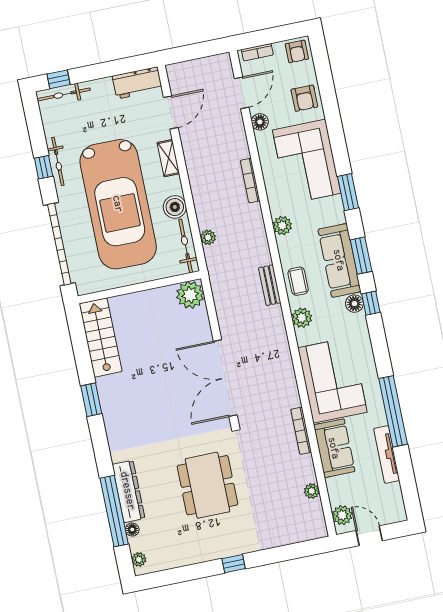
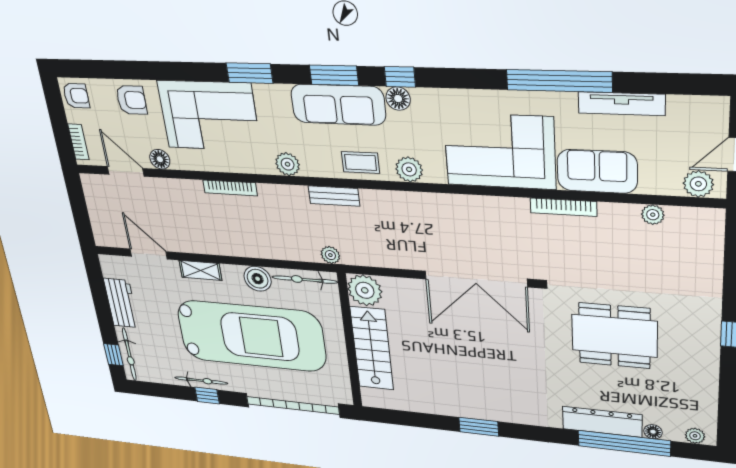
workbench: (137, 83) -> (121, 303), moved
plant: (208, 237) -> (330, 255), moved
bench: (270, 285) -> (334, 196), moved
stairs: (101, 338) -> (372, 349), moved, turned 90

